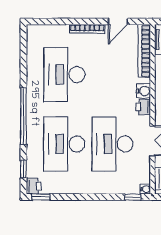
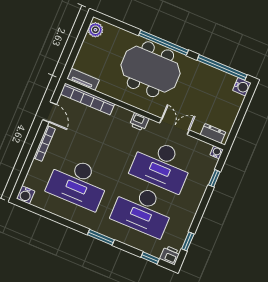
water cooler: (143, 91) -> (26, 195), moved, turned 180
window: (23, 116) -> (101, 237), width x0.47
window: (41, 197) -> (188, 241), moved
window: (133, 197) -> (214, 178), moved

